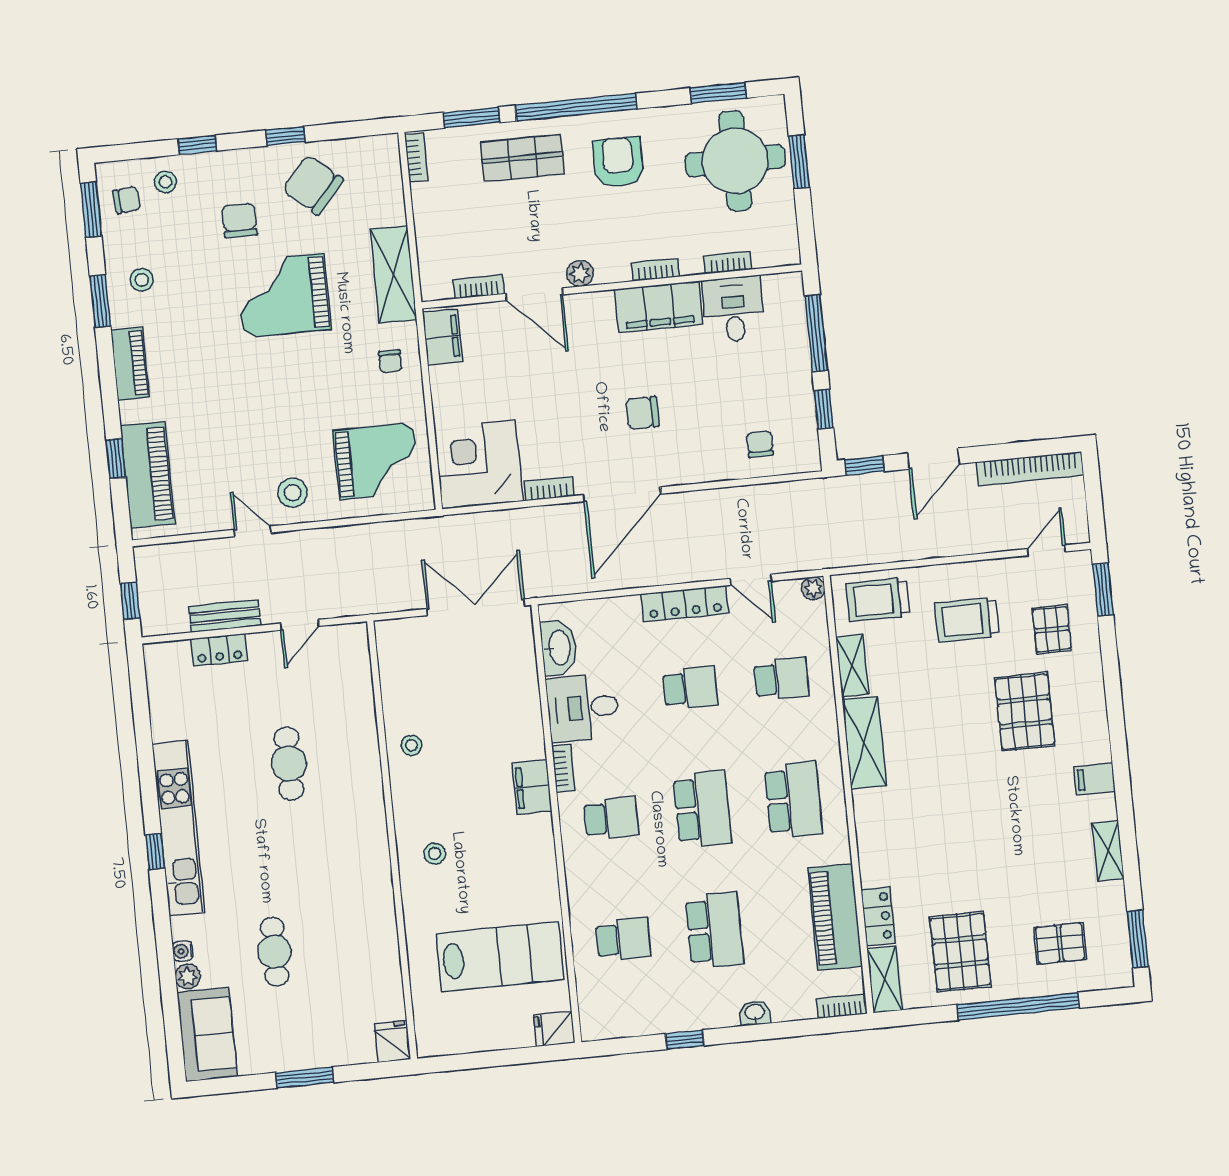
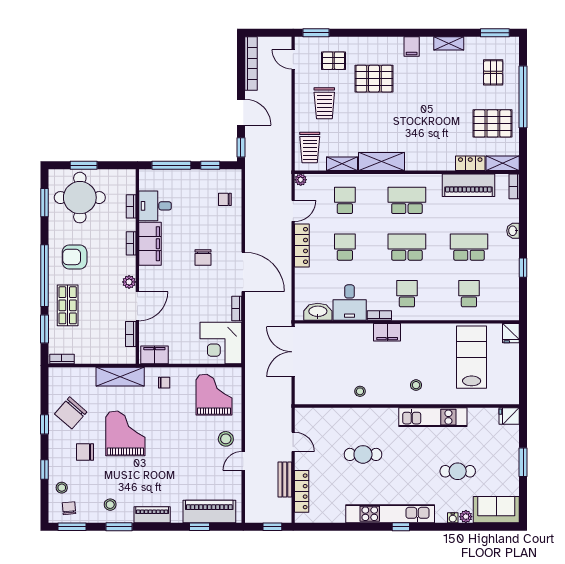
grand piano: (284, 296) -> (125, 433), turned 180
locker: (219, 650) -> (302, 491), width x1.53
kitchen unit: (375, 893) -> (433, 417), added

